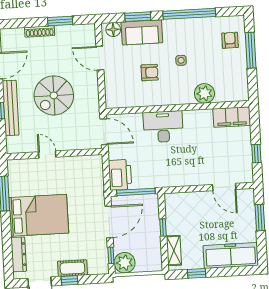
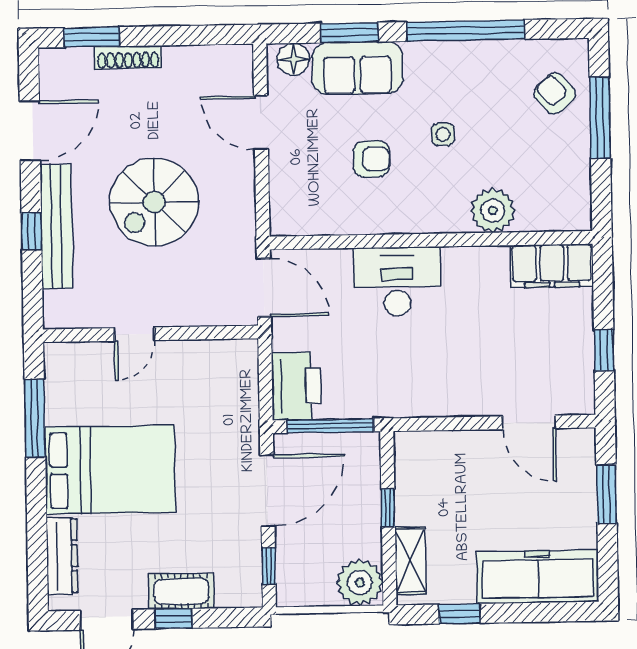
window: (60, 21) -> (92, 37), moved
armchair: (230, 40) -> (555, 93), turned -43
door: (47, 155) -> (135, 334), swing flipped
plant: (125, 263) -> (360, 583), moved

